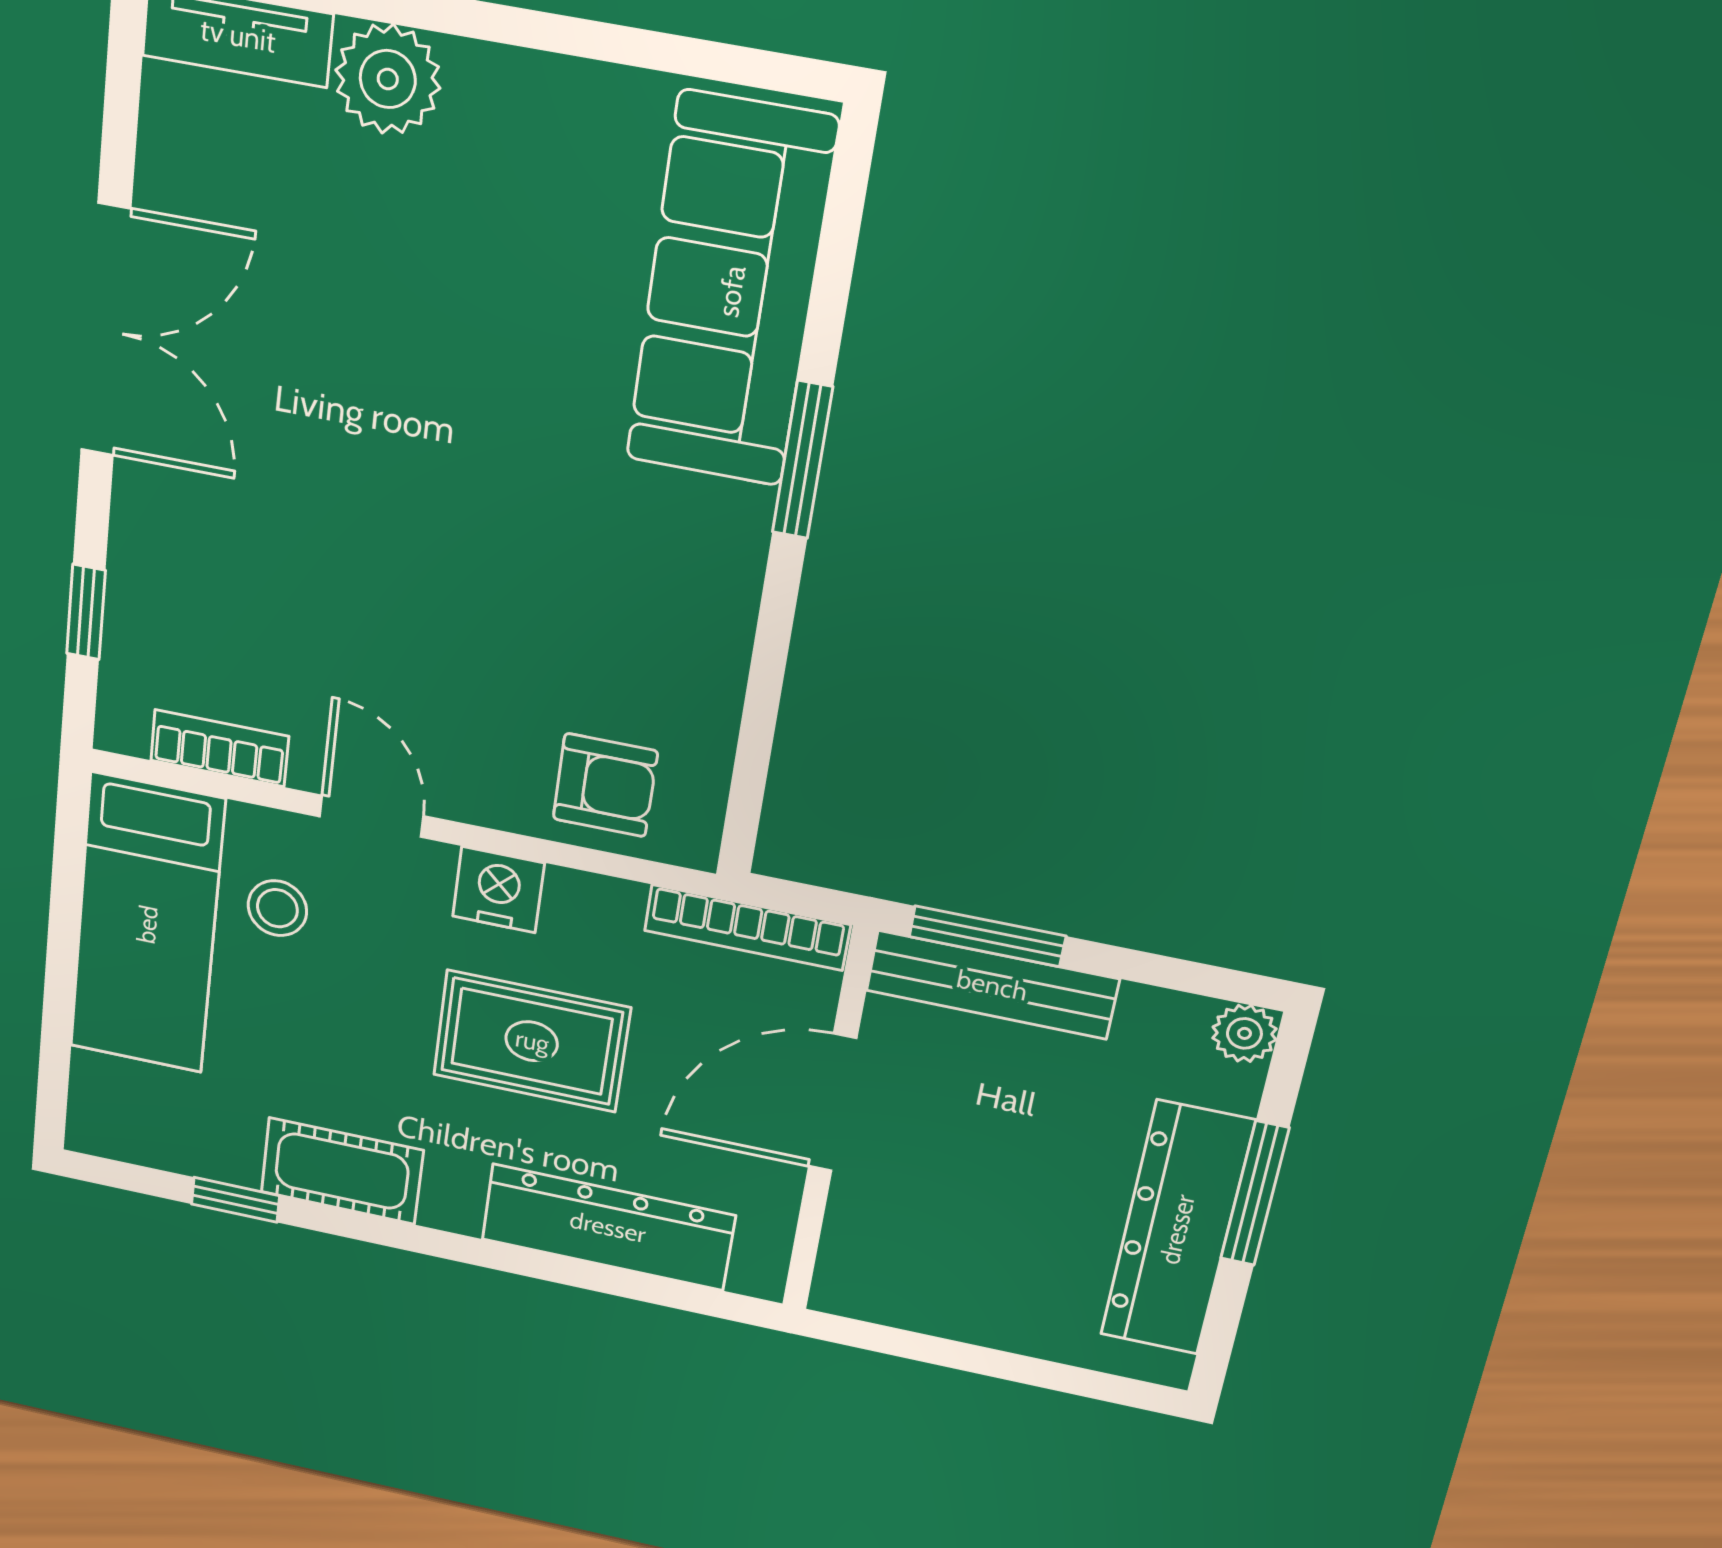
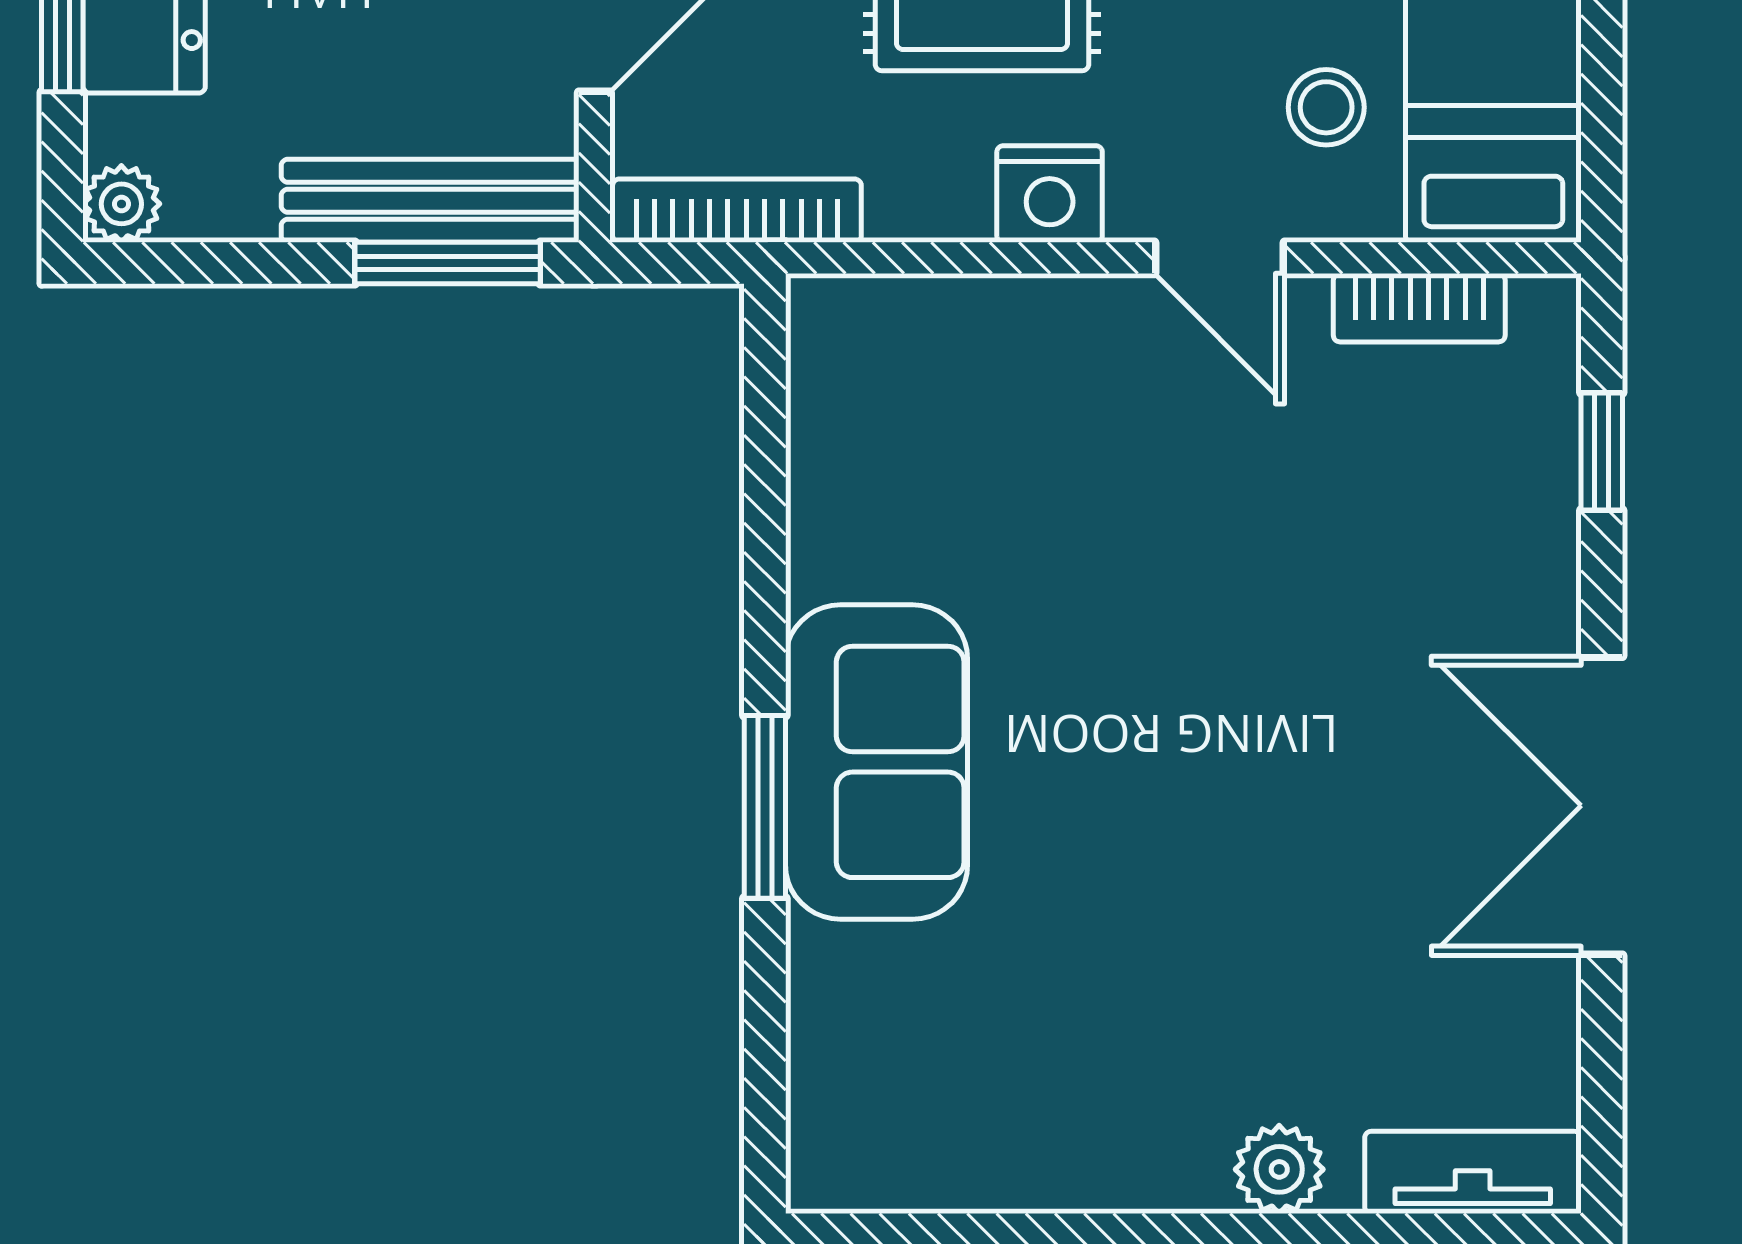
plant: (388, 79) -> (1279, 1169), width x0.73, depth x0.73
sofa: (731, 291) -> (877, 762), moved, width x0.73
armchair: (605, 785) -> (936, 360), removed

